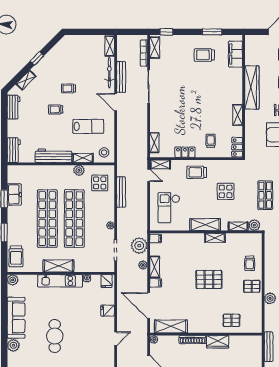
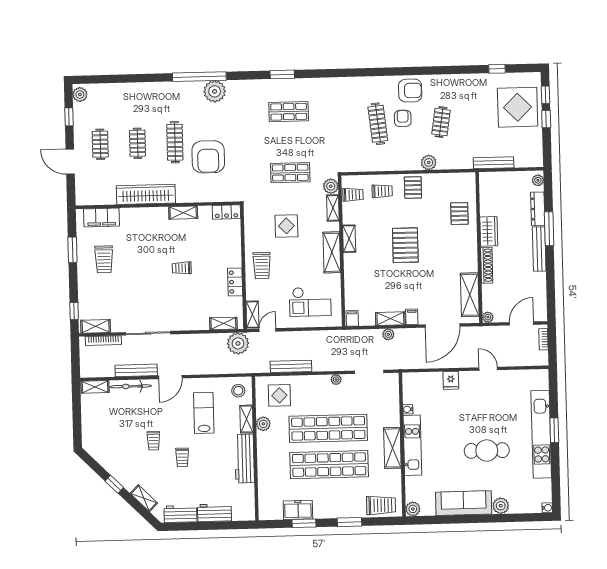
trolley: (211, 141) -> (182, 268), moved
workbench: (14, 150) -> (214, 513), moved
trolley: (248, 241) -> (353, 195), added
plant: (139, 246) -> (238, 343), moved
fridge: (107, 281) -> (411, 383), removed

